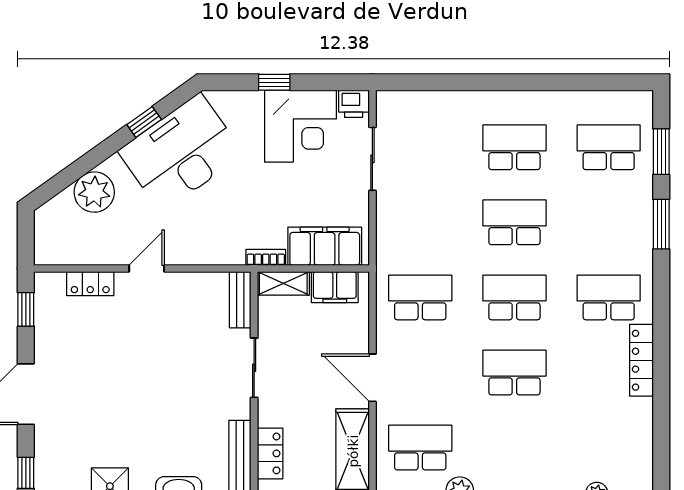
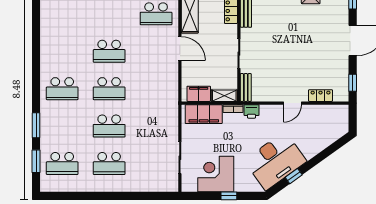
printer: (354, 104) -> (252, 111), moved, turned 180
plant: (94, 192) -> (318, 141), removed
school desk: (420, 297) -> (156, 89), removed
locker: (641, 360) -> (46, 57), removed

